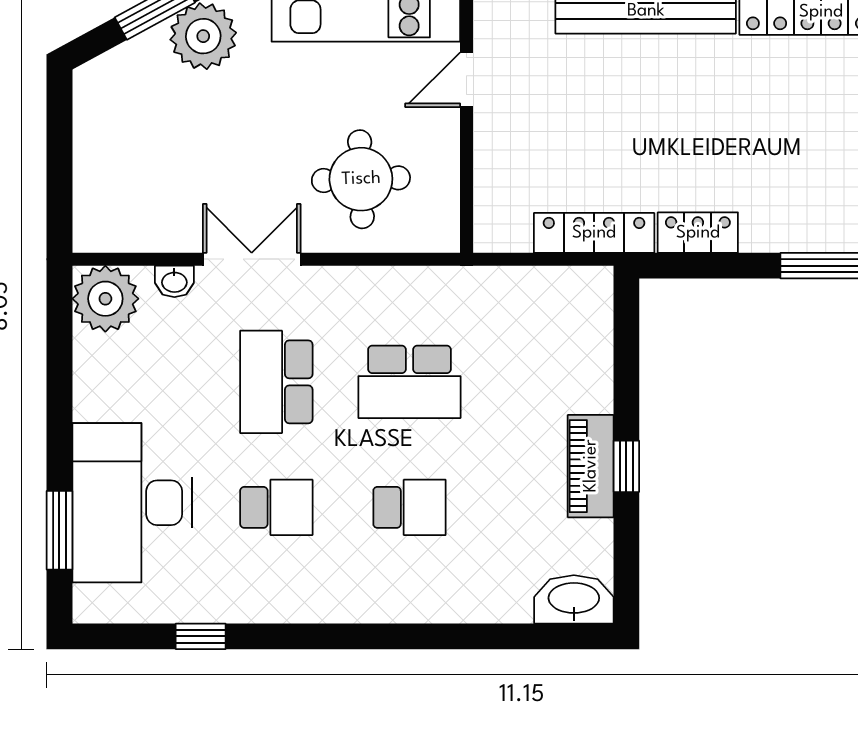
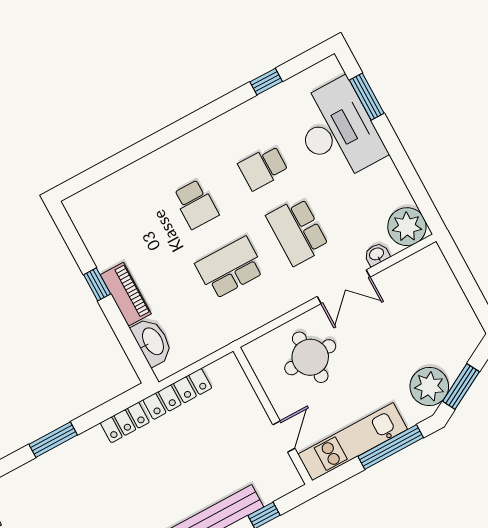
school desk: (276, 382) -> (298, 231), turned 180
piano: (591, 466) -> (126, 294), moved
school desk: (409, 507) -> (196, 204), turned -90
washbasin: (574, 599) -> (152, 342), moved, turned -90

